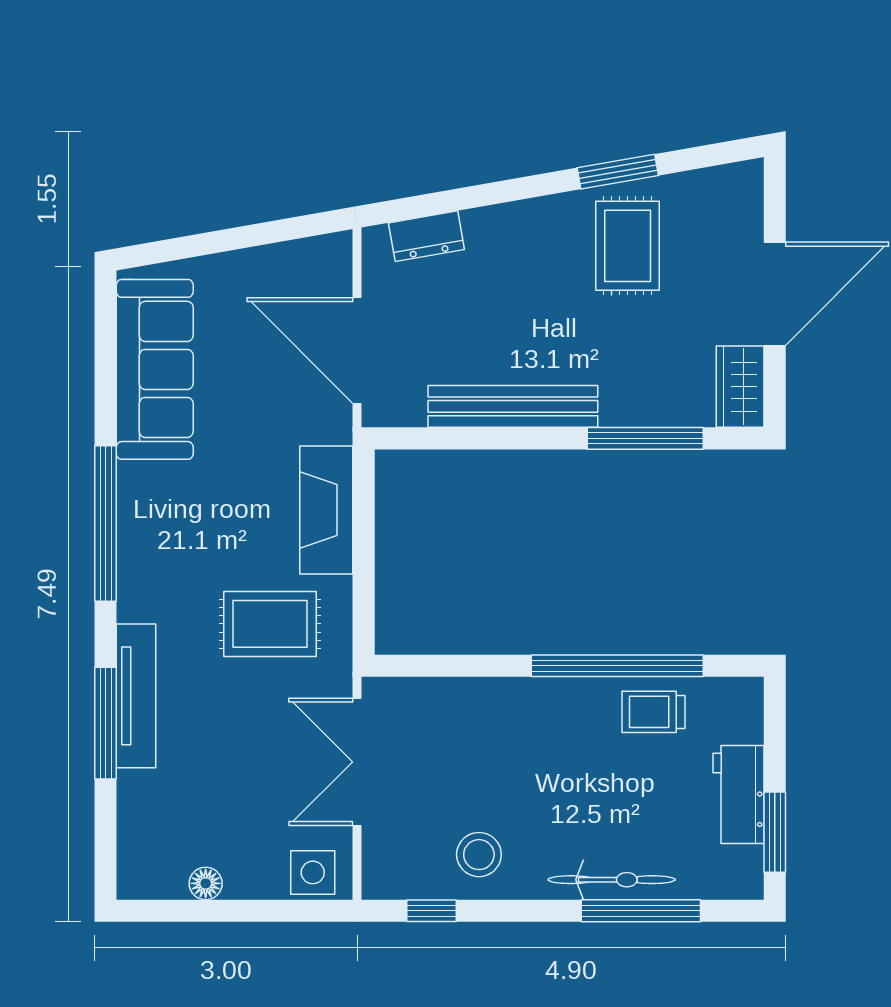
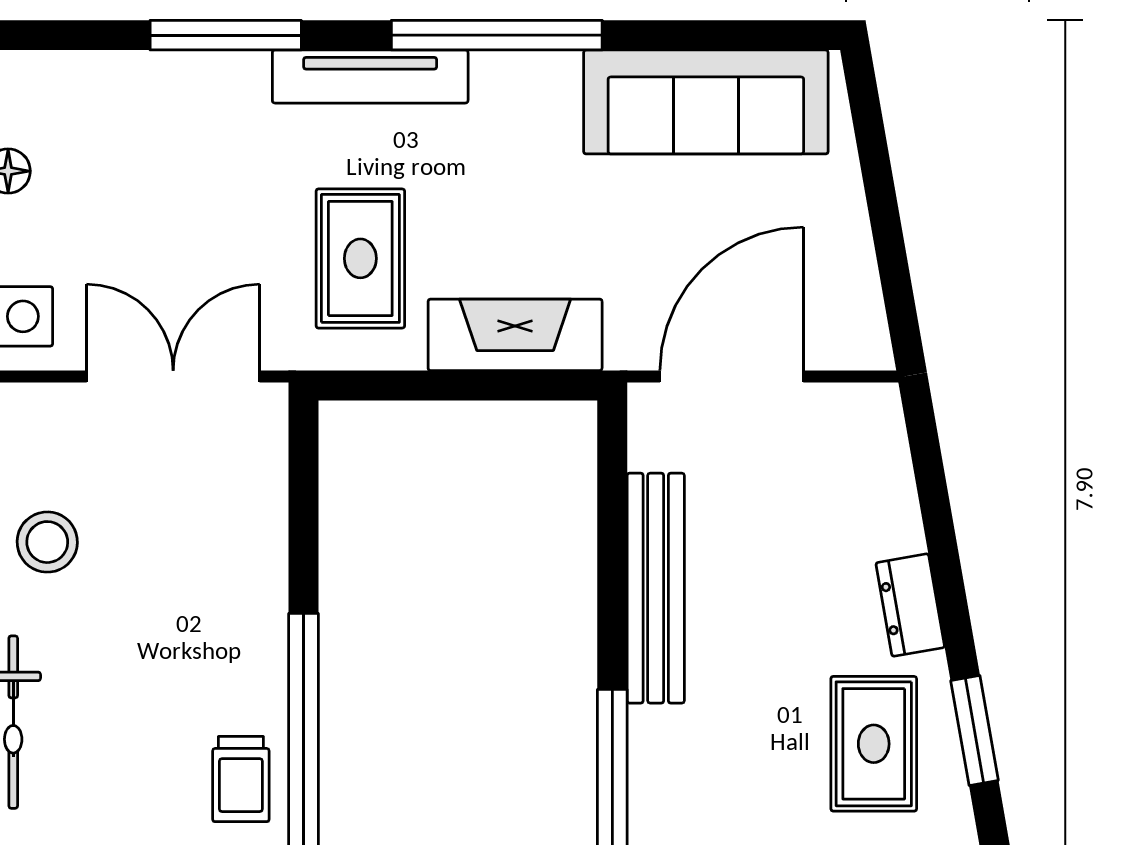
dresser: (426, 236) -> (910, 605), moved
rug: (628, 246) -> (874, 744), turned 90
tv unit: (136, 696) -> (370, 76), moved
trolley: (654, 712) -> (241, 779), turned 180

